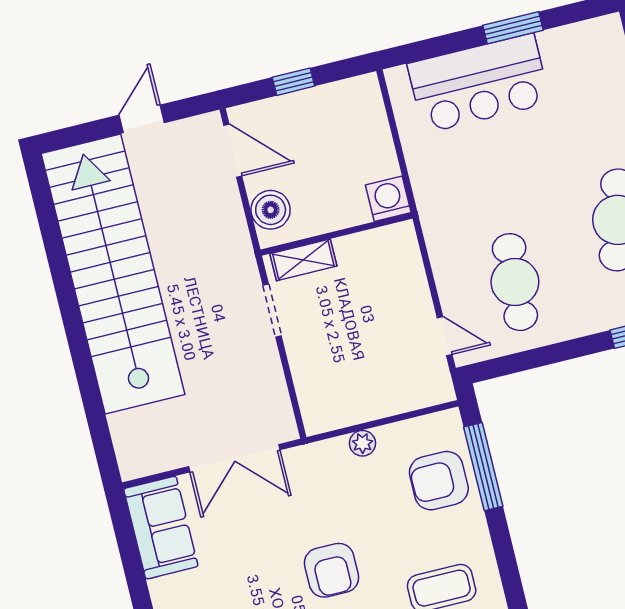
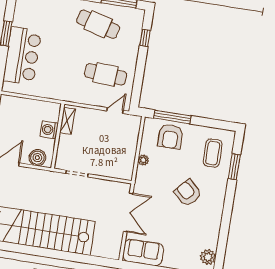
washing machine: (388, 199) -> (49, 130), moved
shelving: (303, 260) -> (67, 121), moved
armchair: (332, 570) -> (188, 193), turned -138

